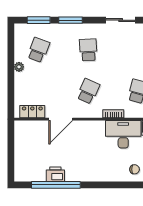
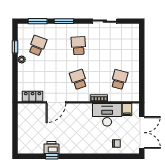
window: (11, 52) -> (15, 47), added
school desk: (88, 91) -> (78, 79), turned -42
window: (56, 185) -> (52, 156), width x0.32

